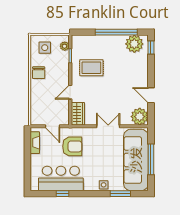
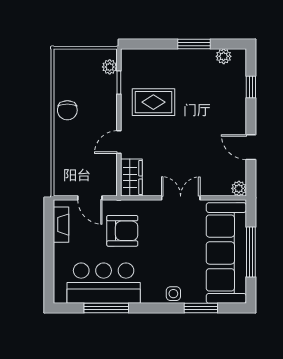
window: (116, 32) -> (194, 44), width x0.47
plant: (134, 44) -> (224, 56), width x0.53, depth x0.53
window: (151, 47) -> (251, 87), moved
side table: (45, 48) -> (77, 69), removed
plant: (140, 117) -> (239, 188), width x0.53, depth x0.53
window: (62, 194) -> (106, 308), width x2.17

